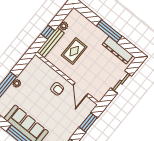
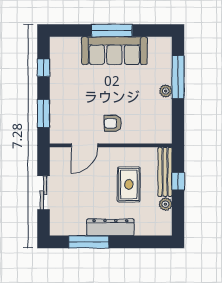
window: (109, 31) -> (89, 242), moved
dresser: (118, 50) -> (110, 227), moved
door: (81, 89) -> (84, 145), swing flipped

